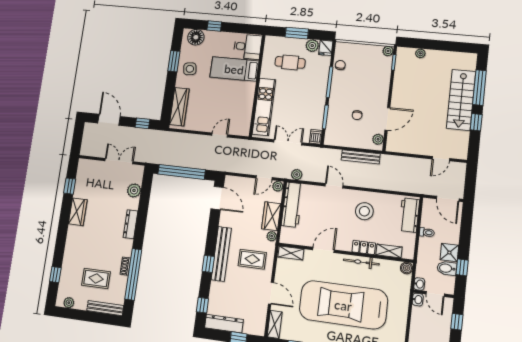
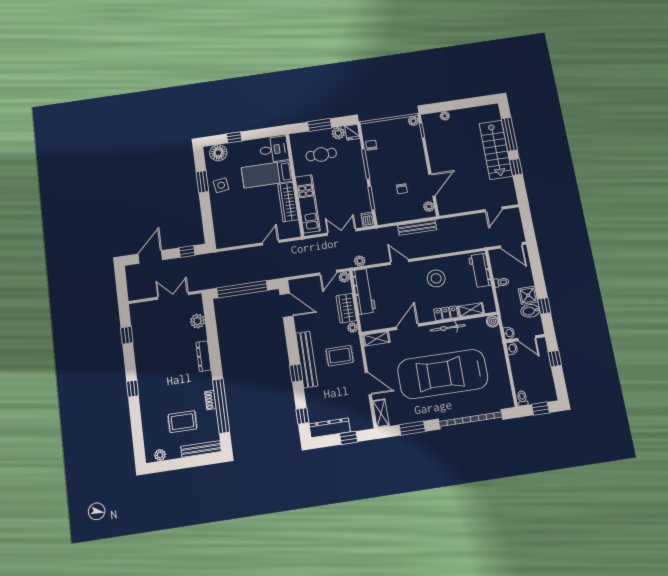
wardrobe: (179, 107) -> (288, 202), moved, turned 180
door: (109, 120) -> (150, 257), hinge flipped
wardrobe: (78, 212) -> (143, 359), removed
window: (55, 275) -> (133, 389), moved

